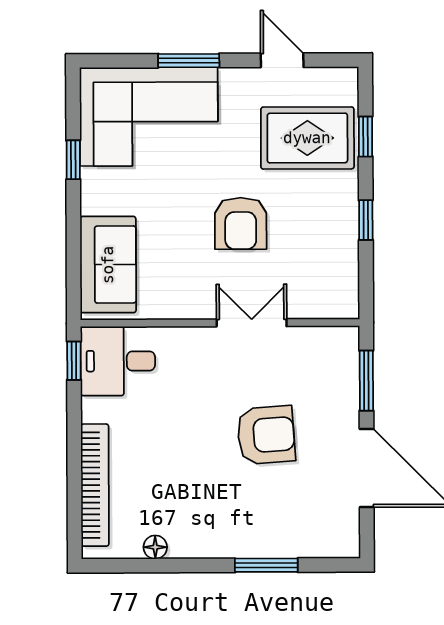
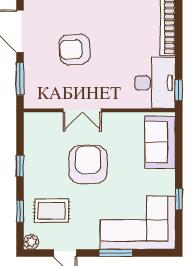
plant: (345, 80) -> (31, 242), added
rug: (307, 138) -> (52, 211), width x0.73, depth x0.70
armchair: (241, 223) -> (88, 164), width x1.36, depth x1.36
desk: (118, 361) -> (155, 83), width x1.37

